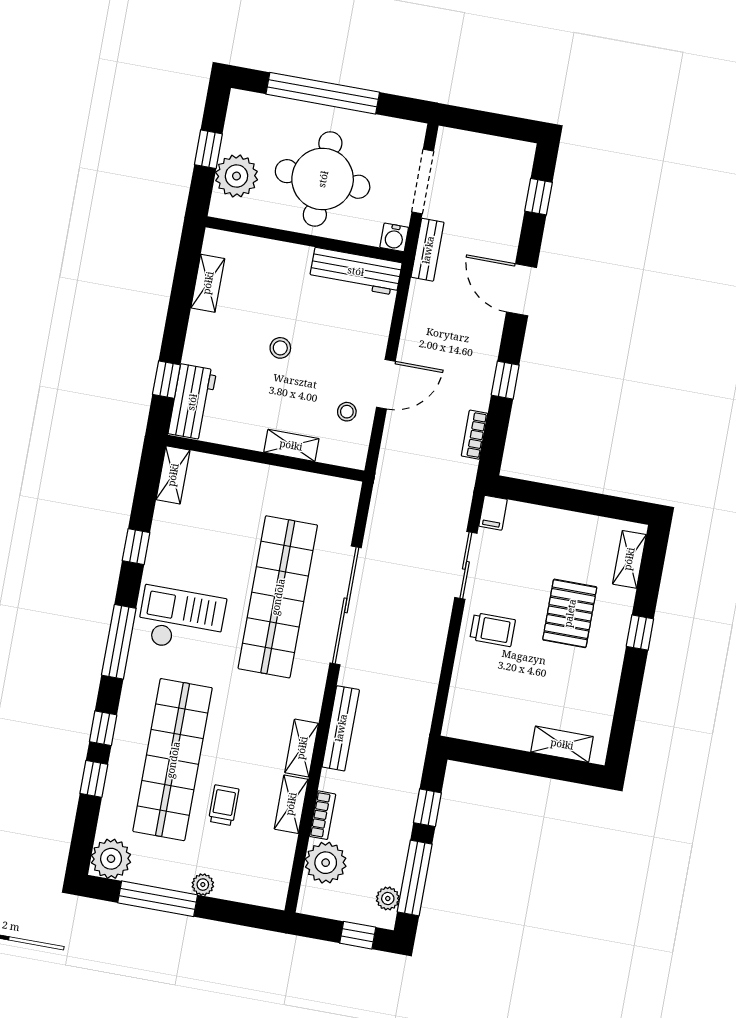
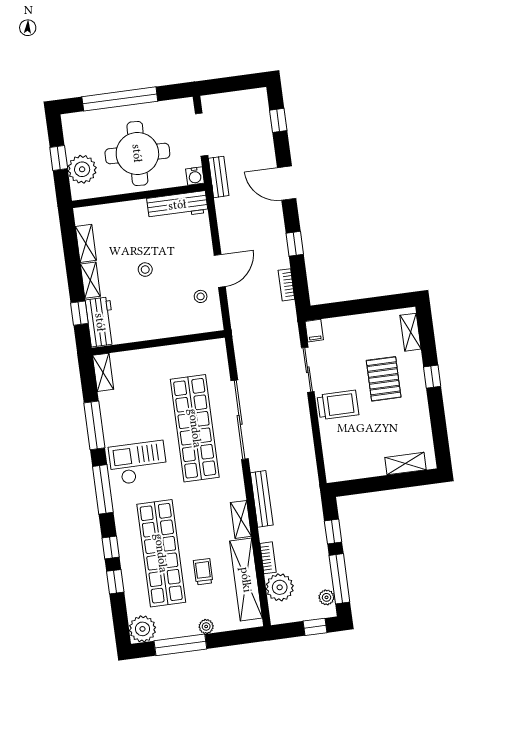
shelving: (291, 445) -> (90, 280), moved, turned 90
window: (136, 547) -> (94, 425), width x2.17
trolley: (493, 630) -> (338, 405), width x1.36, depth x1.39
shelving: (291, 804) -> (246, 580), width x2.20, depth x1.33

